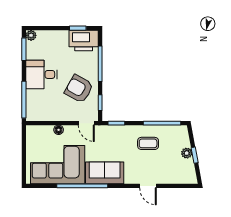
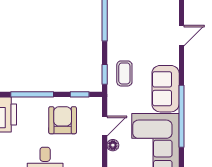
armchair: (79, 89) -> (63, 120), turned 151
door: (86, 123) -> (105, 126), moved
coffee table: (148, 143) -> (124, 73), moved

